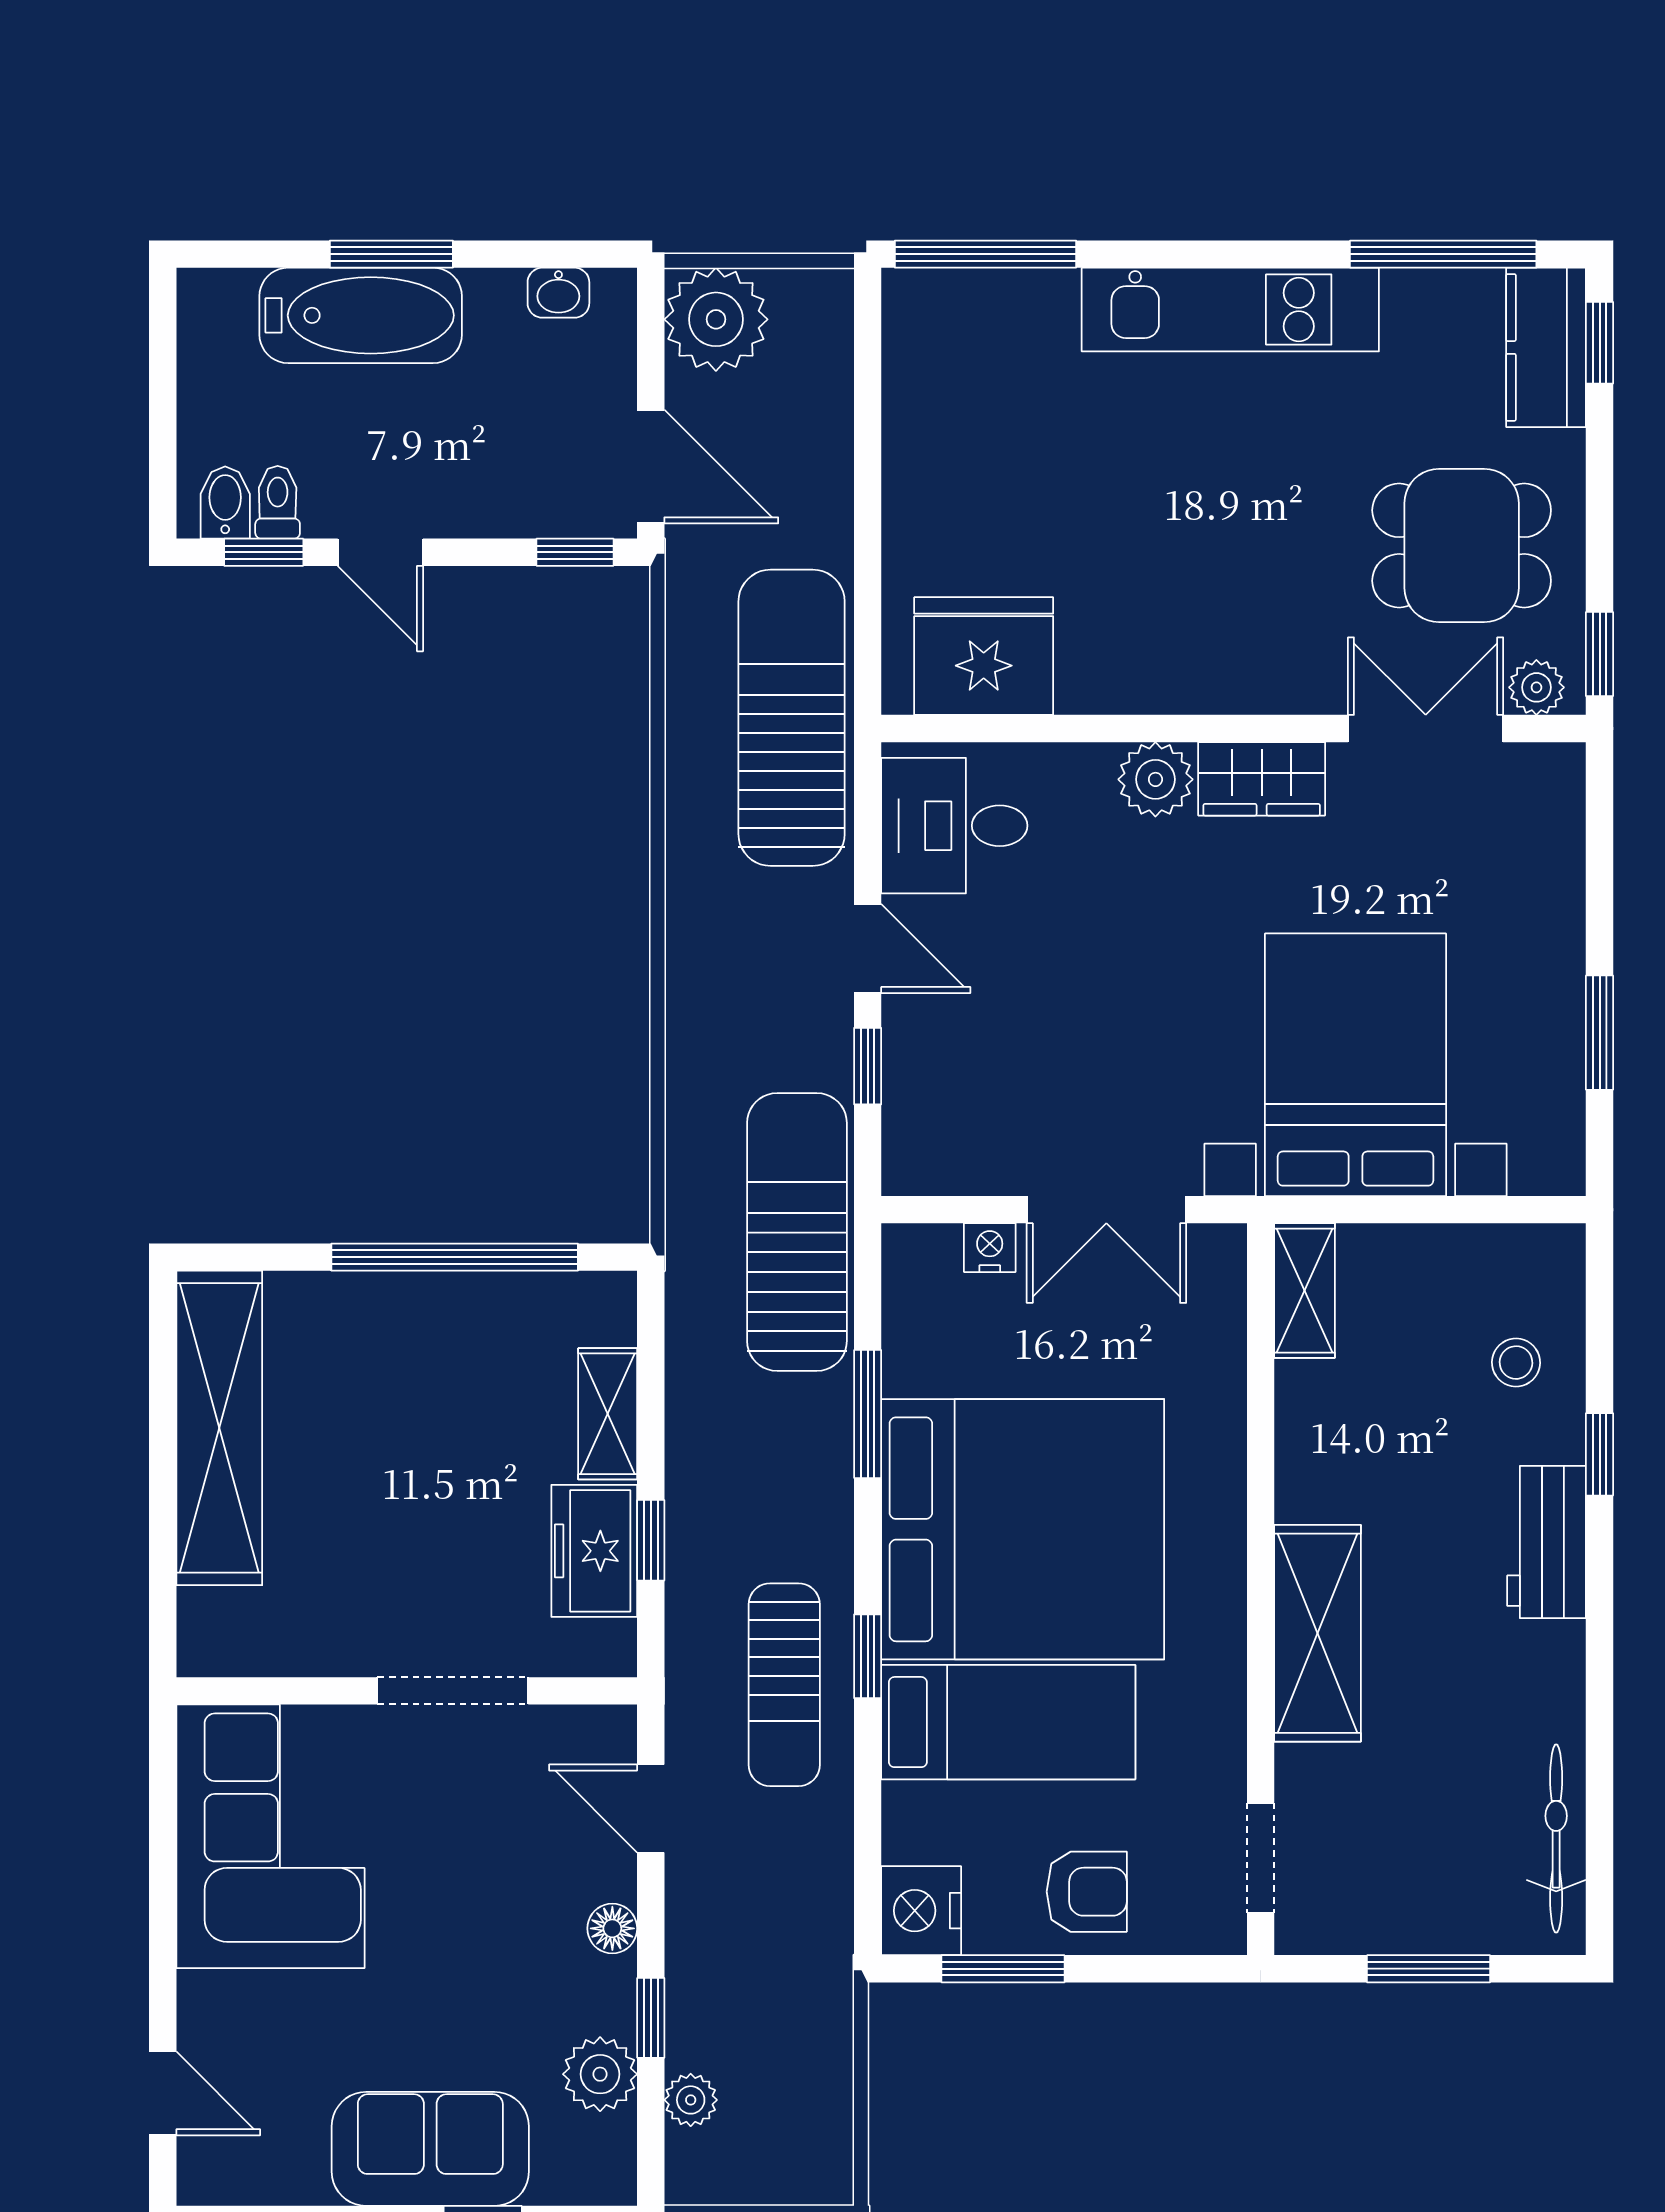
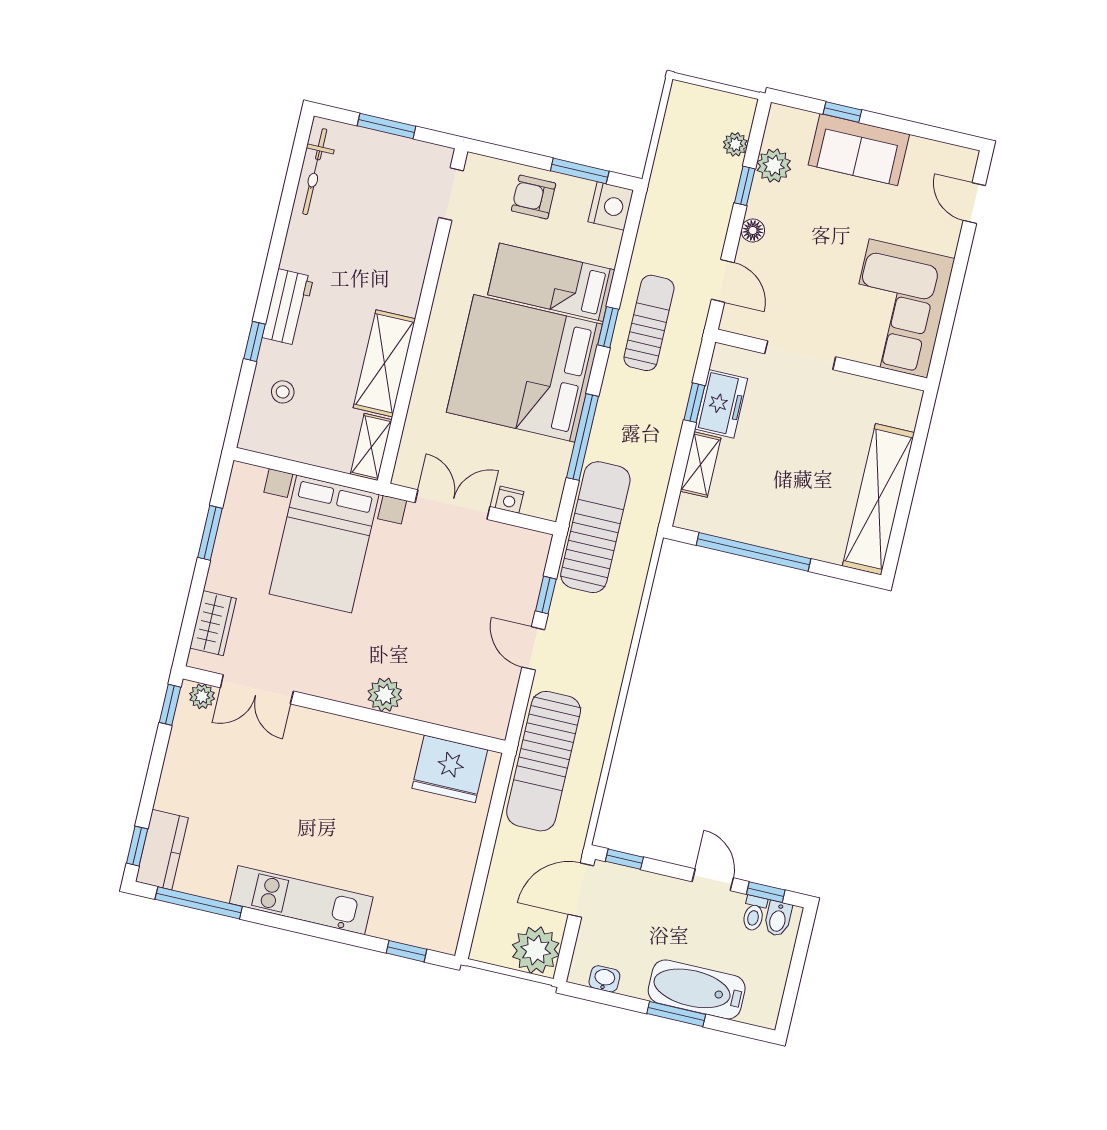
window: (986, 254) -> (406, 951), width x0.46
door: (651, 466) -> (581, 890), hinge flipped
dining table: (1462, 546) -> (221, 769), removed
wardrobe: (1262, 779) -> (213, 623), moved, turned 90
desk: (954, 826) -> (481, 695), removed
sun lounger: (797, 1232) -> (595, 527), turned 180
window: (868, 1414) -> (583, 437), width x1.44
shelving: (1318, 1633) -> (384, 363), moved

